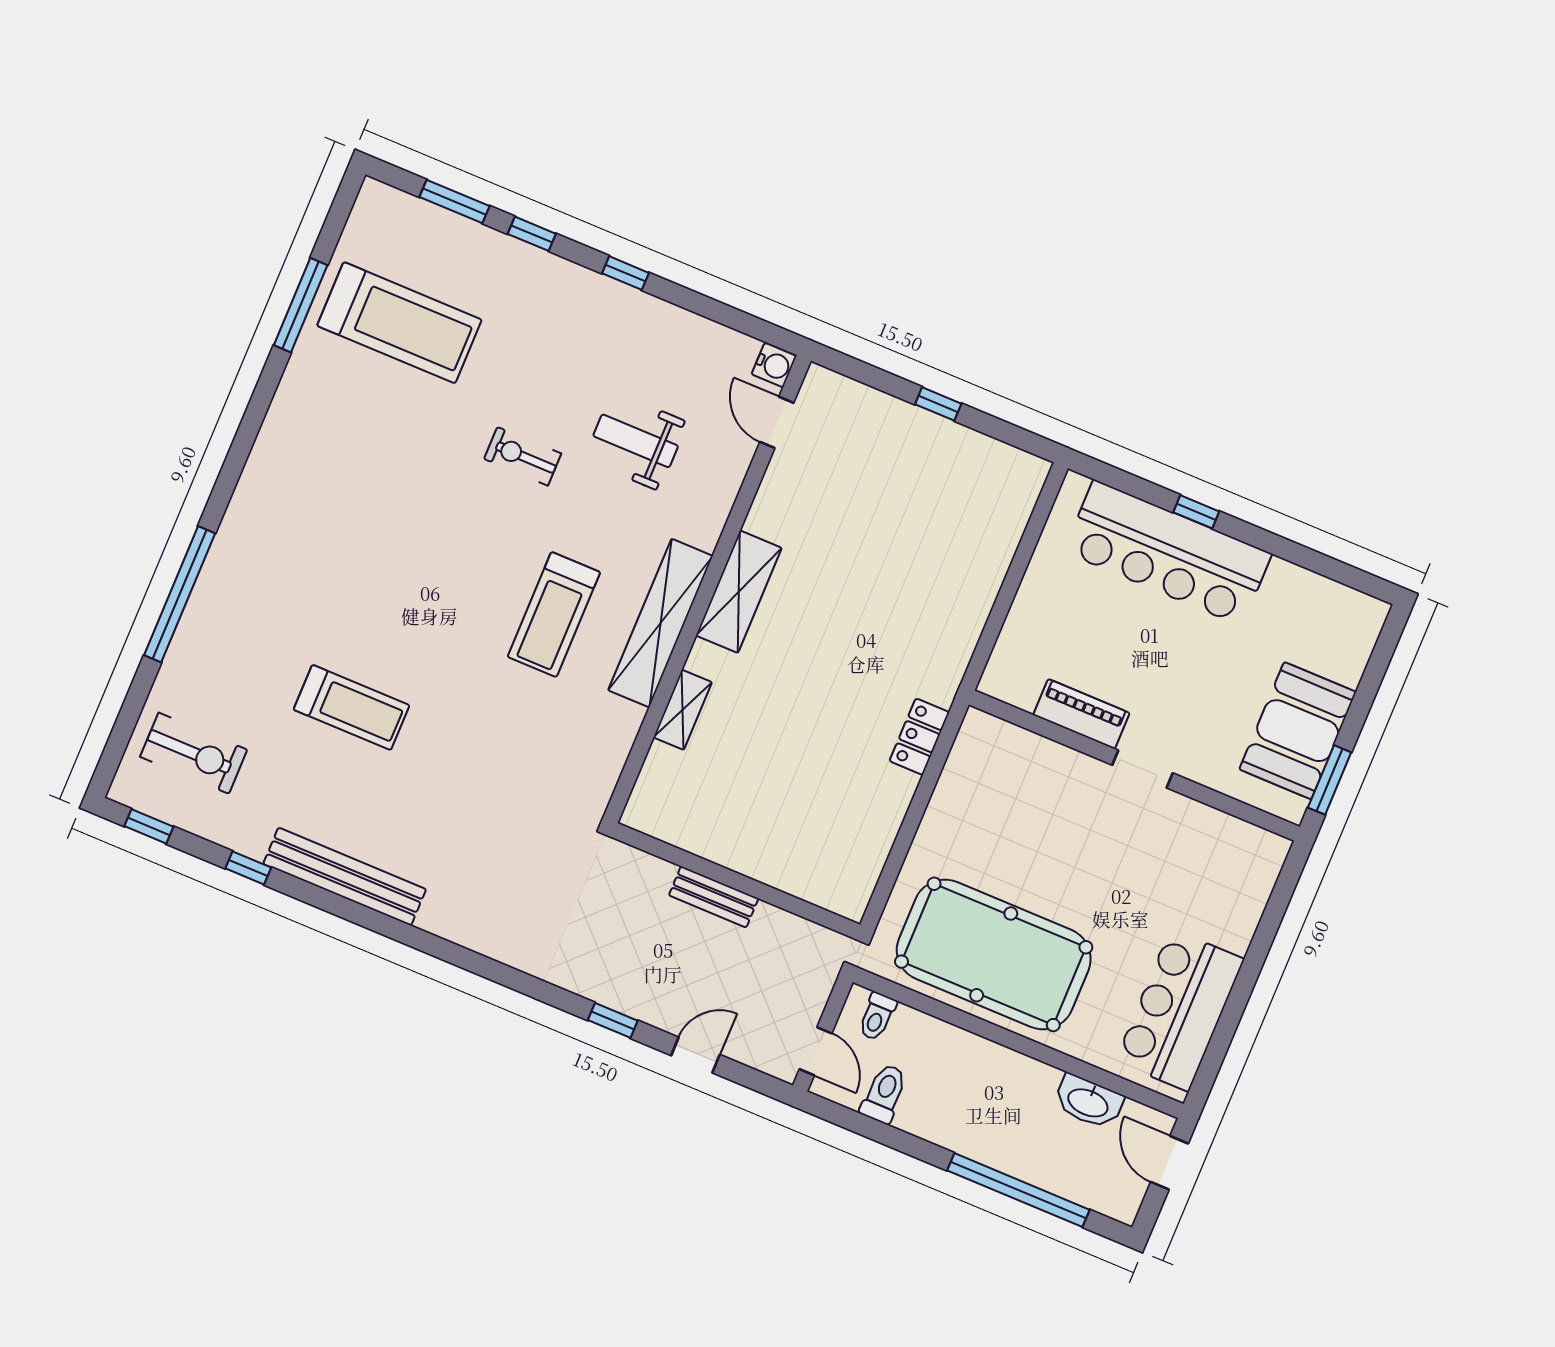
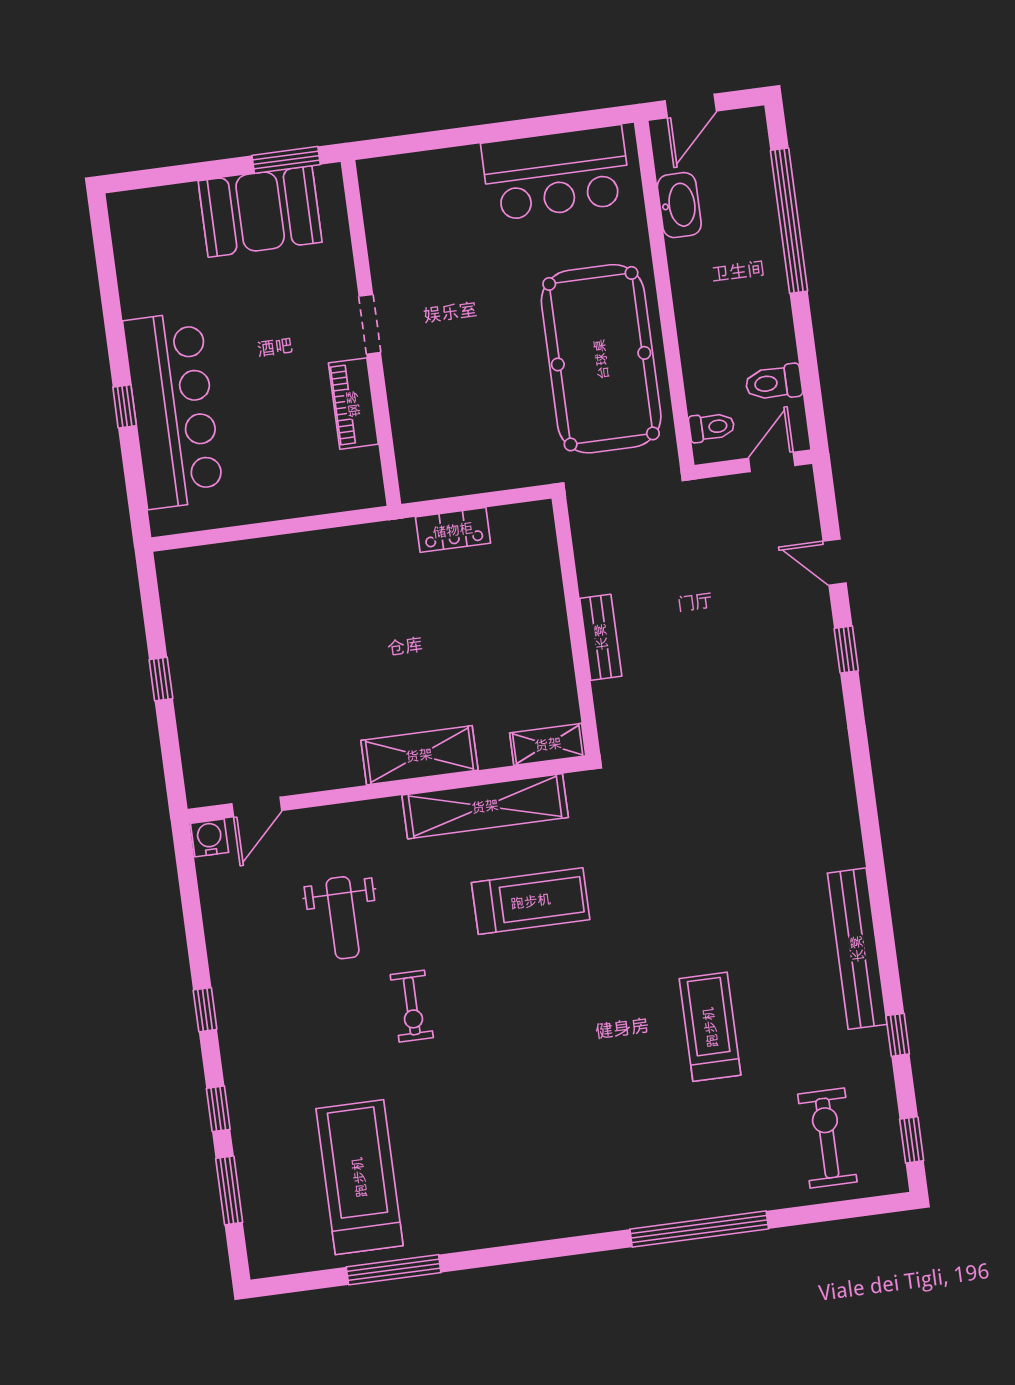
wall: (736, 881) -> (576, 626), moved
bench: (714, 897) -> (601, 637), moved

